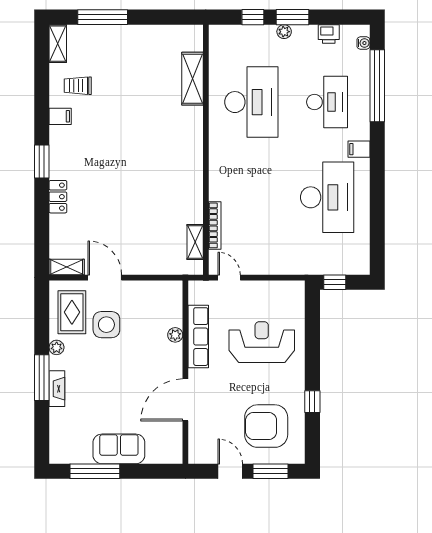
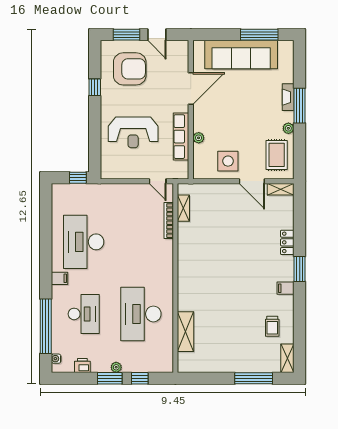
trolley: (78, 86) -> (272, 326), turned 90
desk: (327, 102) -> (84, 314), turned 180
filing cabinet: (60, 116) -> (286, 288), moved
side table: (106, 325) -> (228, 161), moved
sofa: (119, 449) -> (241, 55), width x1.85, depth x1.27

